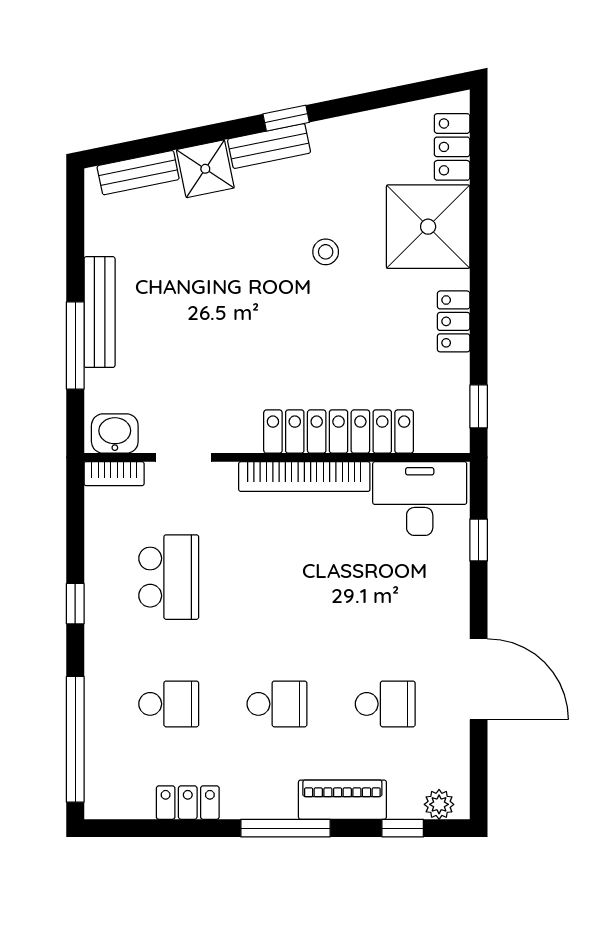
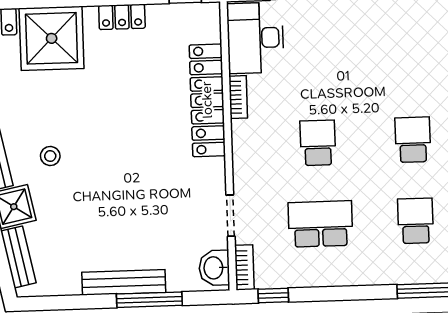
stool: (326, 252) -> (50, 156), moved
bookcase: (304, 477) -> (238, 97), width x0.43, depth x0.76
window: (75, 604) -> (273, 296), moved
school desk: (385, 704) -> (318, 143), moved

